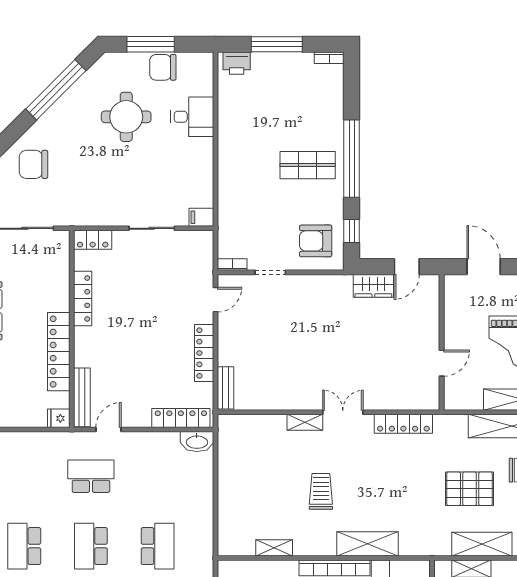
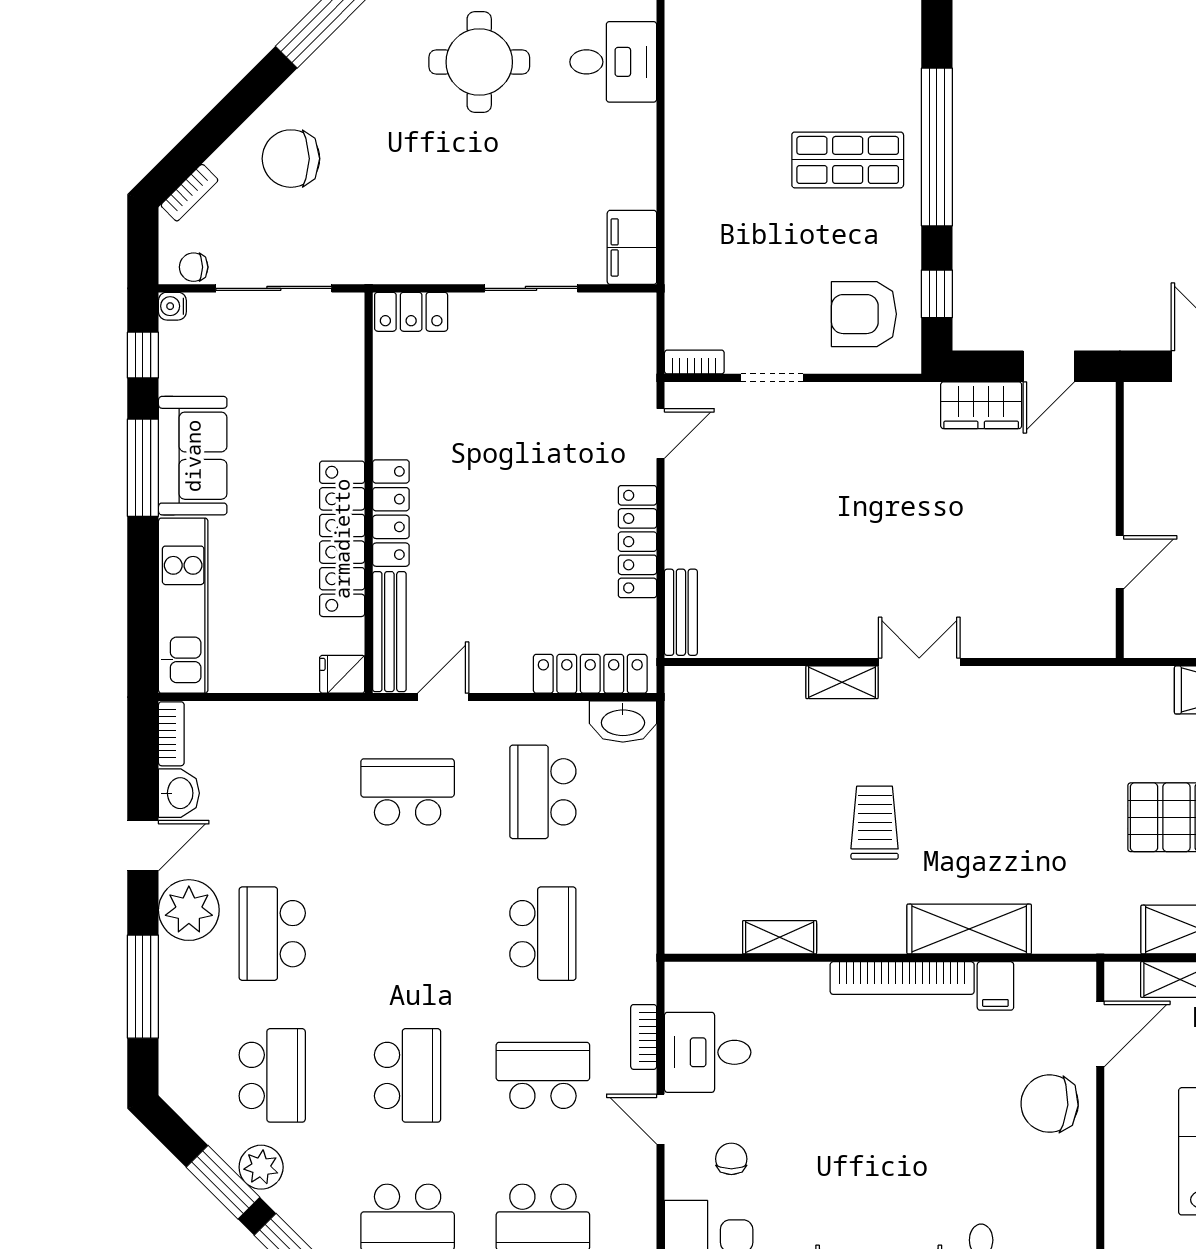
filing cabinet: (201, 217) -> (632, 247), width x2.00
locker: (83, 299) -> (391, 513), moved
locker: (403, 424) -> (1042, 685), removed
school desk: (91, 546) -> (543, 792), moved

